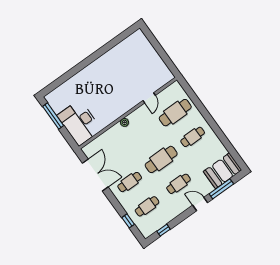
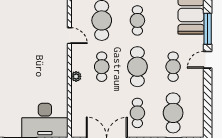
cafe table: (144, 135) -> (102, 67), added
cafe table: (147, 206) -> (173, 113), width x1.37, depth x1.35
window: (163, 230) -> (208, 114), removed

